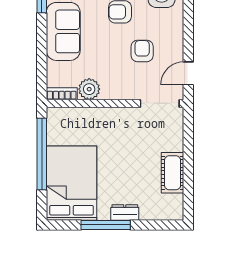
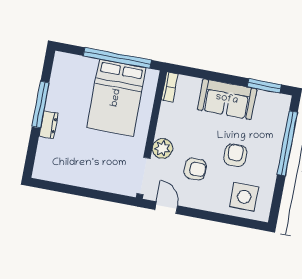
plant: (89, 89) -> (162, 148), moved
cot: (173, 173) -> (77, 176), removed
bed: (71, 183) -> (116, 98), moved, turned 90

